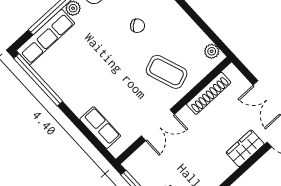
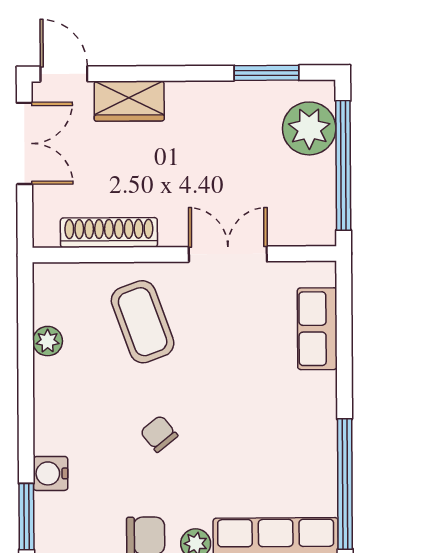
chair: (138, 26) -> (159, 434), moved
plant: (212, 51) -> (48, 341), moved

